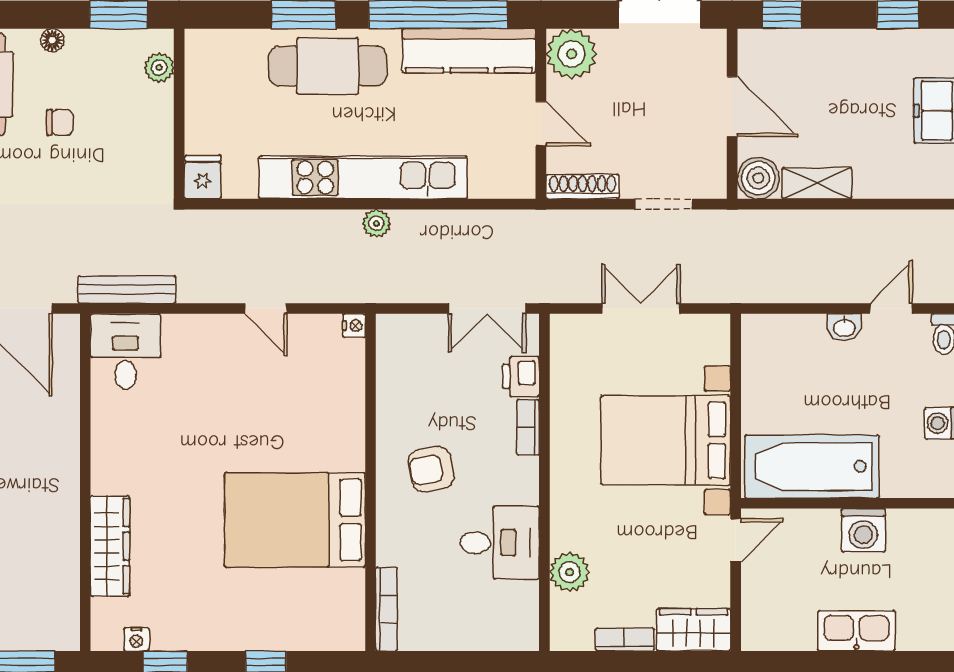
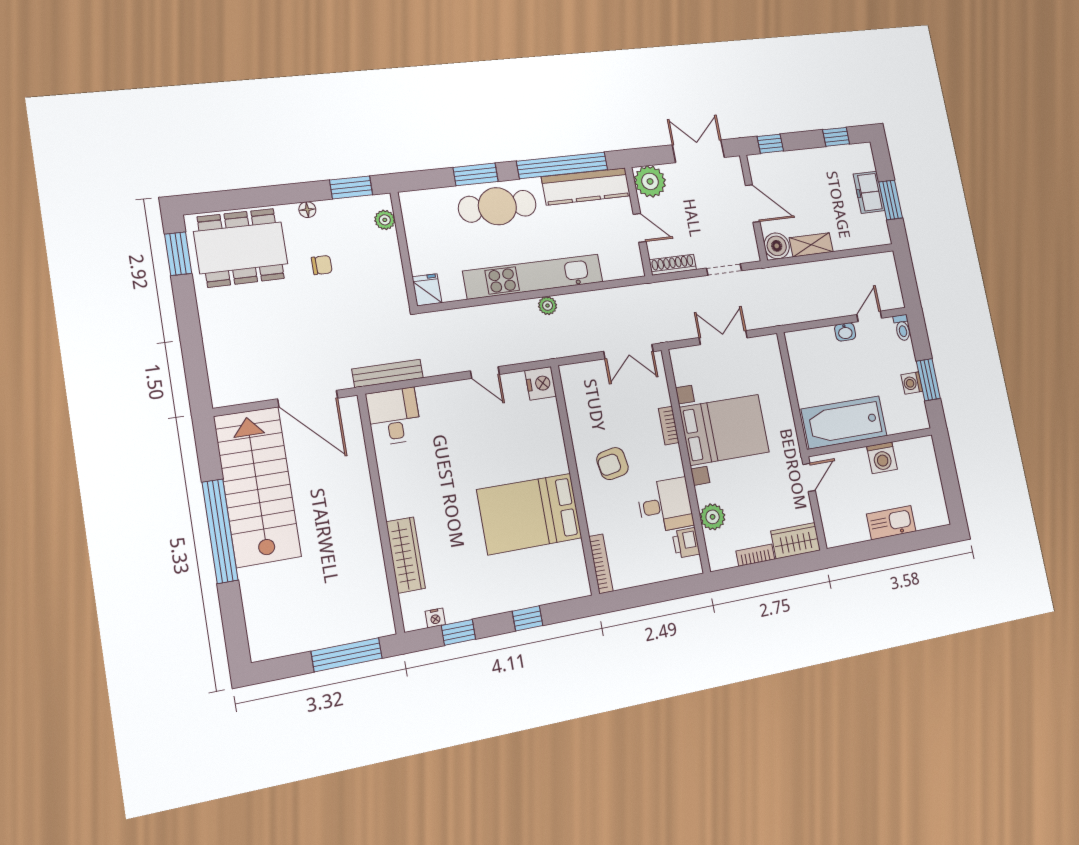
nightstand: (354, 326) -> (541, 383), width x1.89, depth x1.79
printer: (521, 376) -> (686, 543), moved
bed with nightstands: (666, 440) -> (724, 430), moved, turned 180

